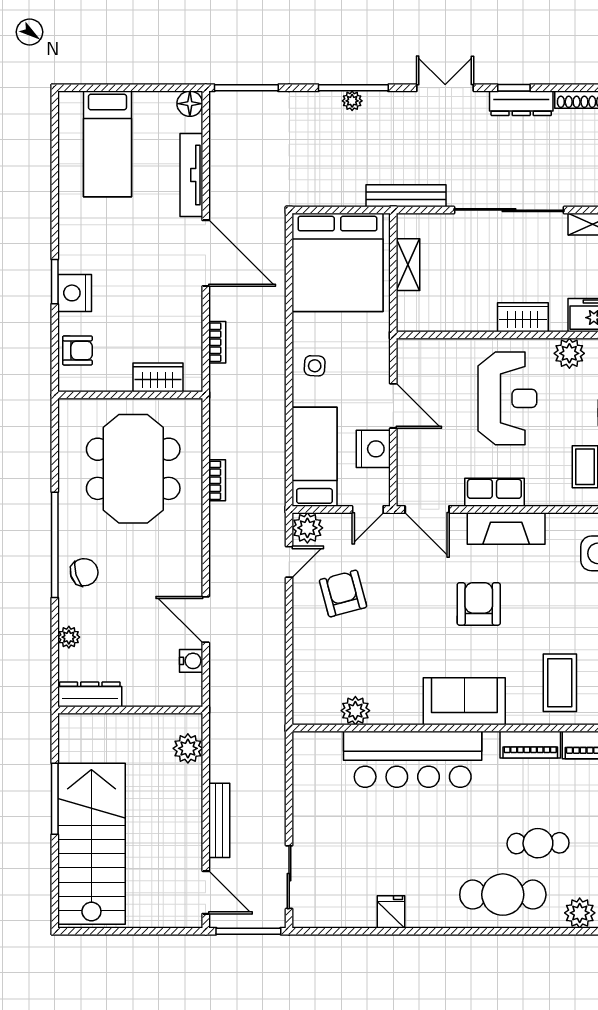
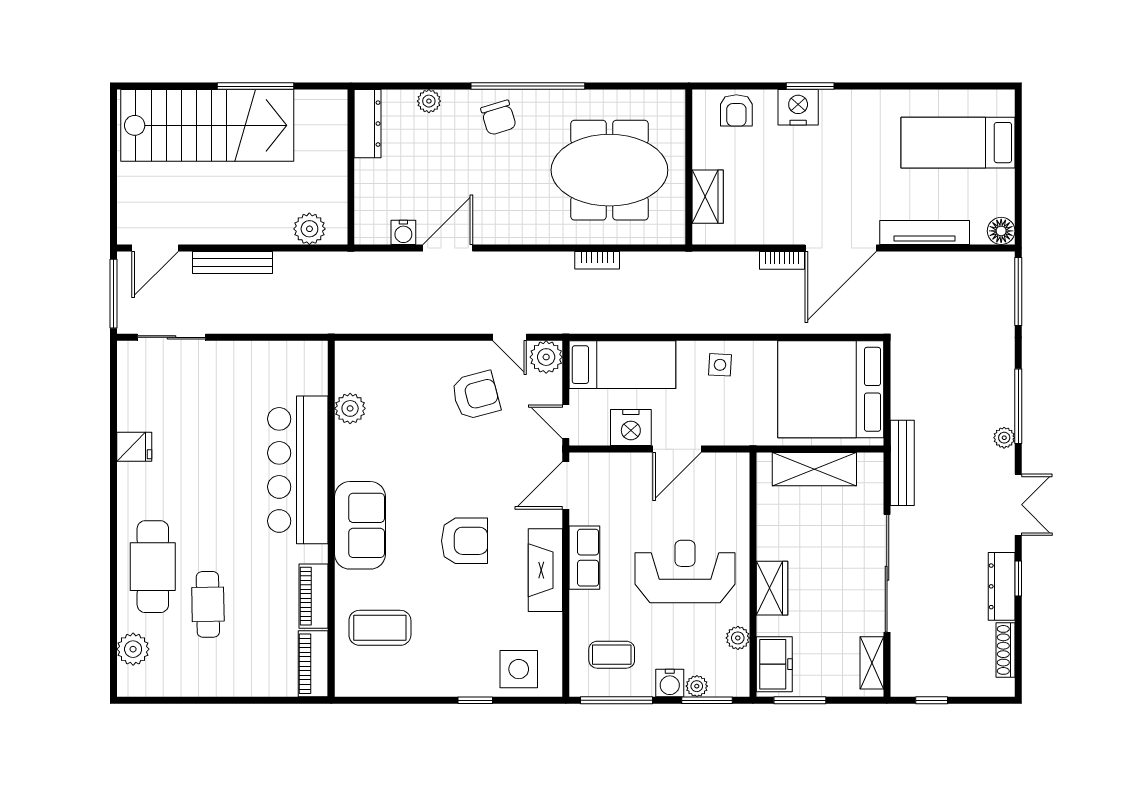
plant: (352, 101) -> (1004, 438), moved
shelving: (408, 265) -> (814, 469), width x1.50, depth x1.33
bookcase: (217, 342) -> (782, 260), moved
plant: (569, 353) -> (738, 638), width x0.73, depth x0.73
reception desk: (507, 398) -> (685, 572), turned 180

